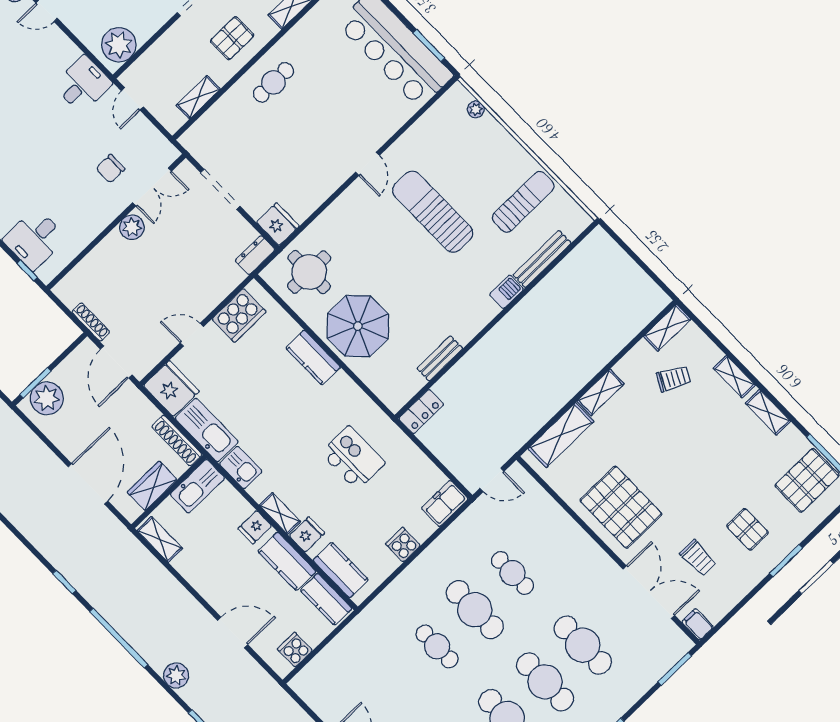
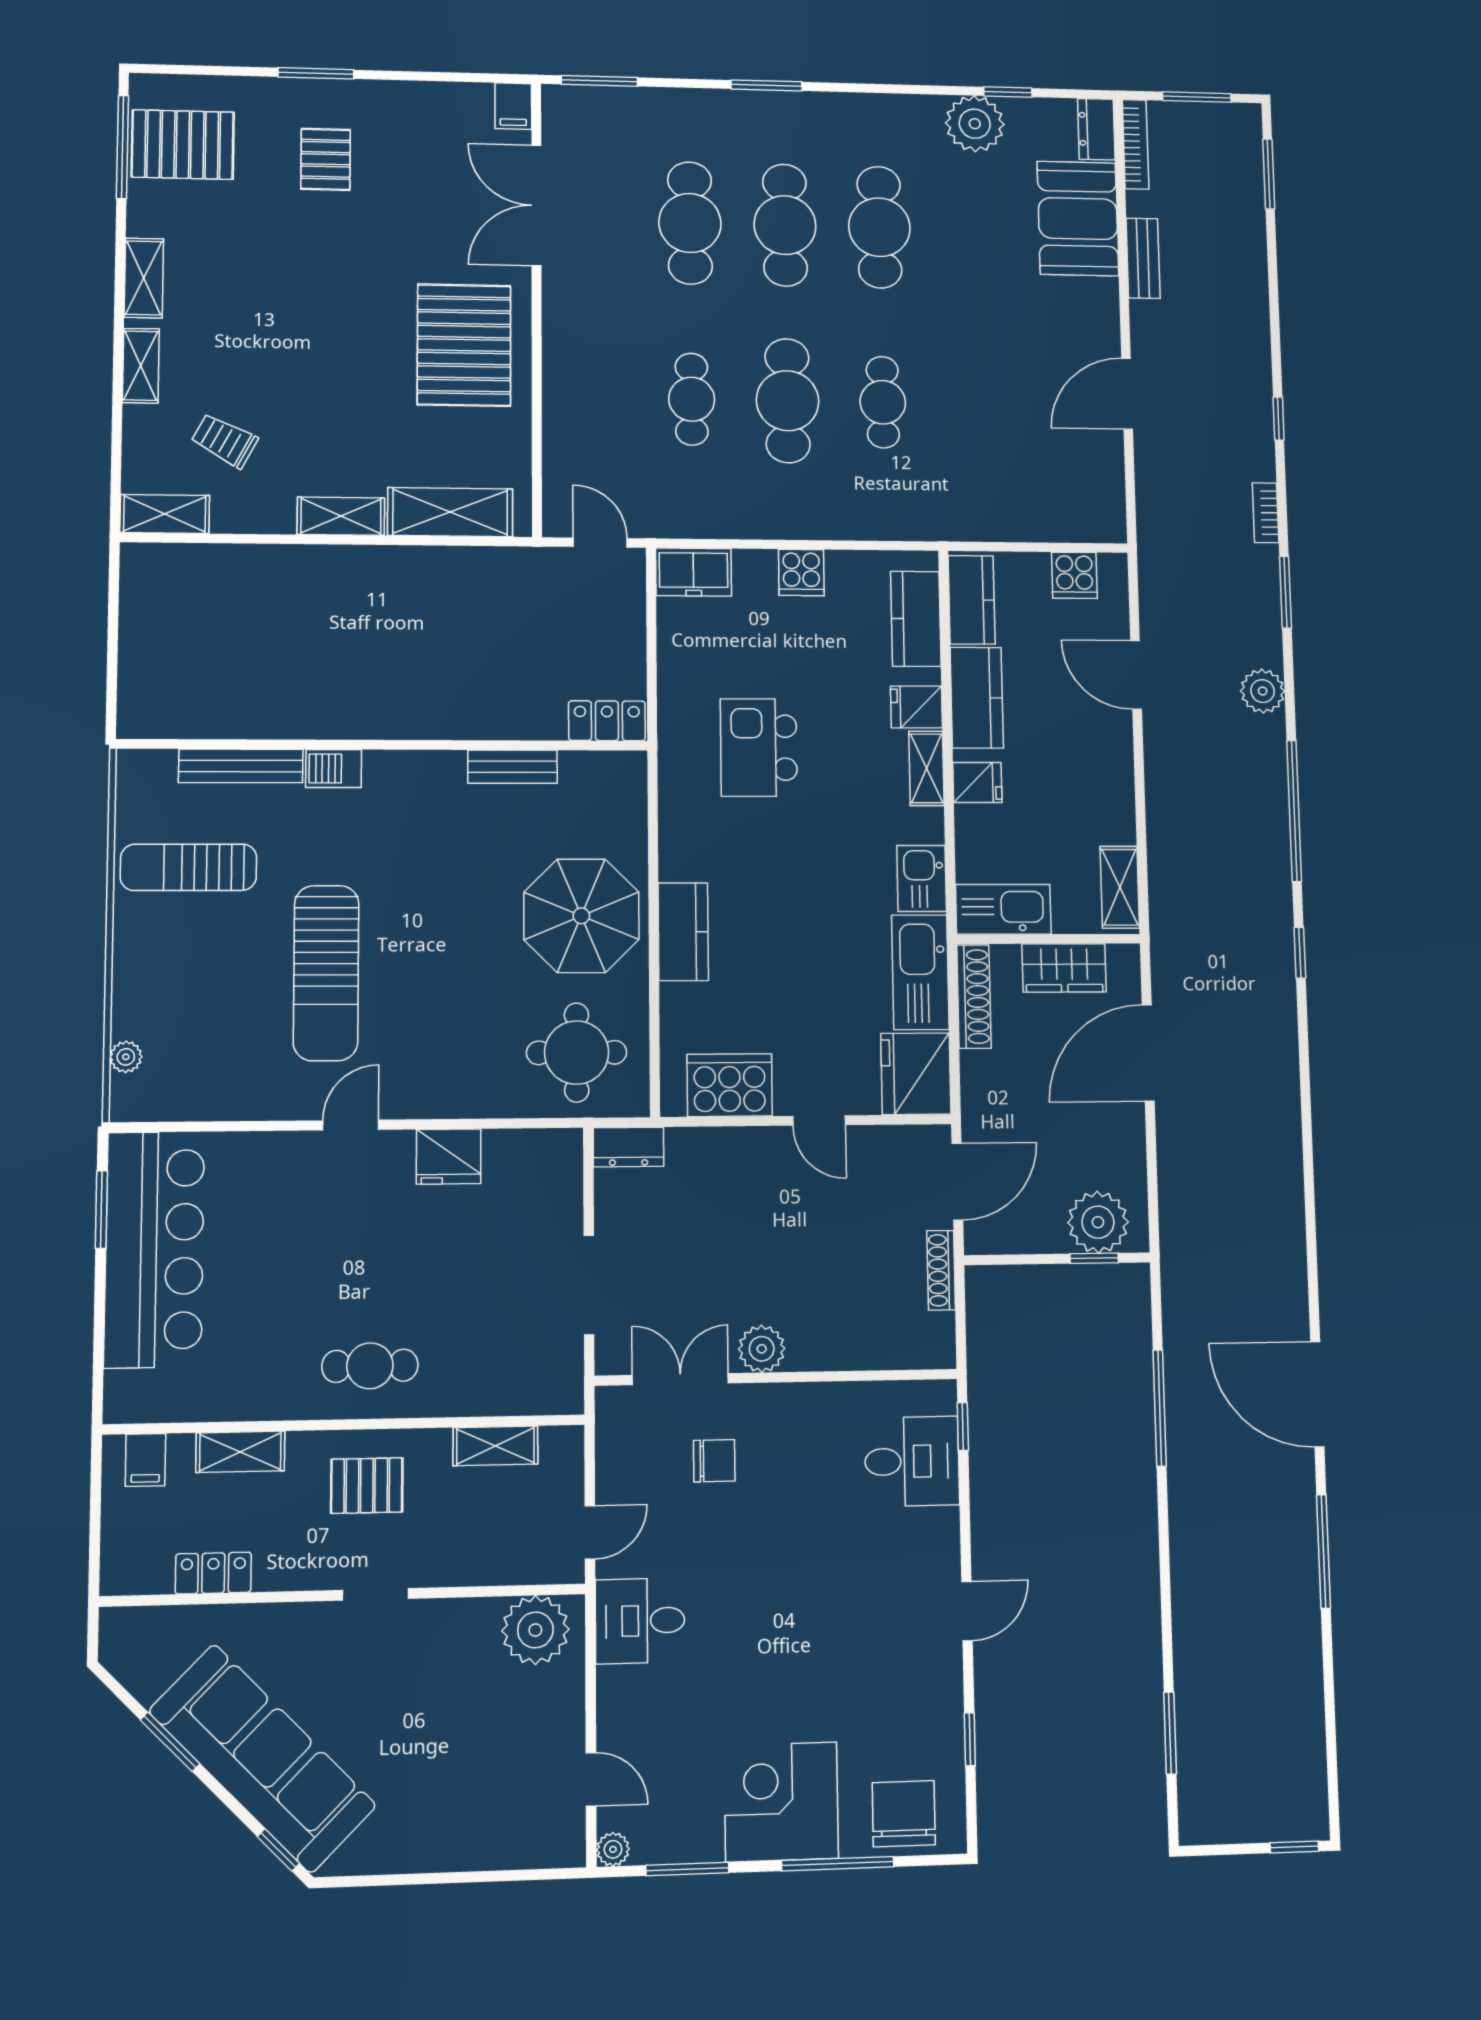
fridge: (278, 224) -> (449, 1157), moved, turned -90
window: (35, 383) -> (1094, 1258), width x0.67
trolley: (698, 558) -> (428, 186), removed

